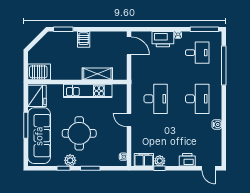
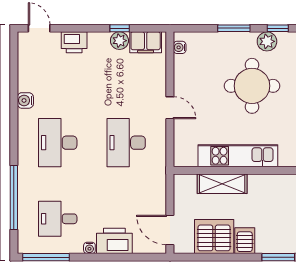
server rack: (102, 42) -> (214, 237), added

